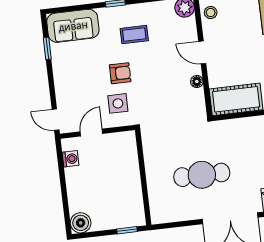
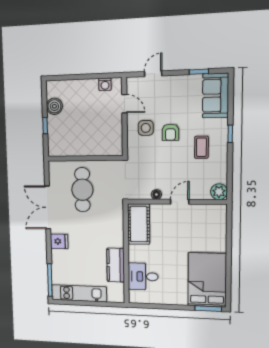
stool: (211, 13) -> (212, 213), removed
door: (56, 120) -> (153, 74), moved
wall: (143, 177) -> (85, 158), moved
boiler: (81, 223) -> (54, 106), moved

